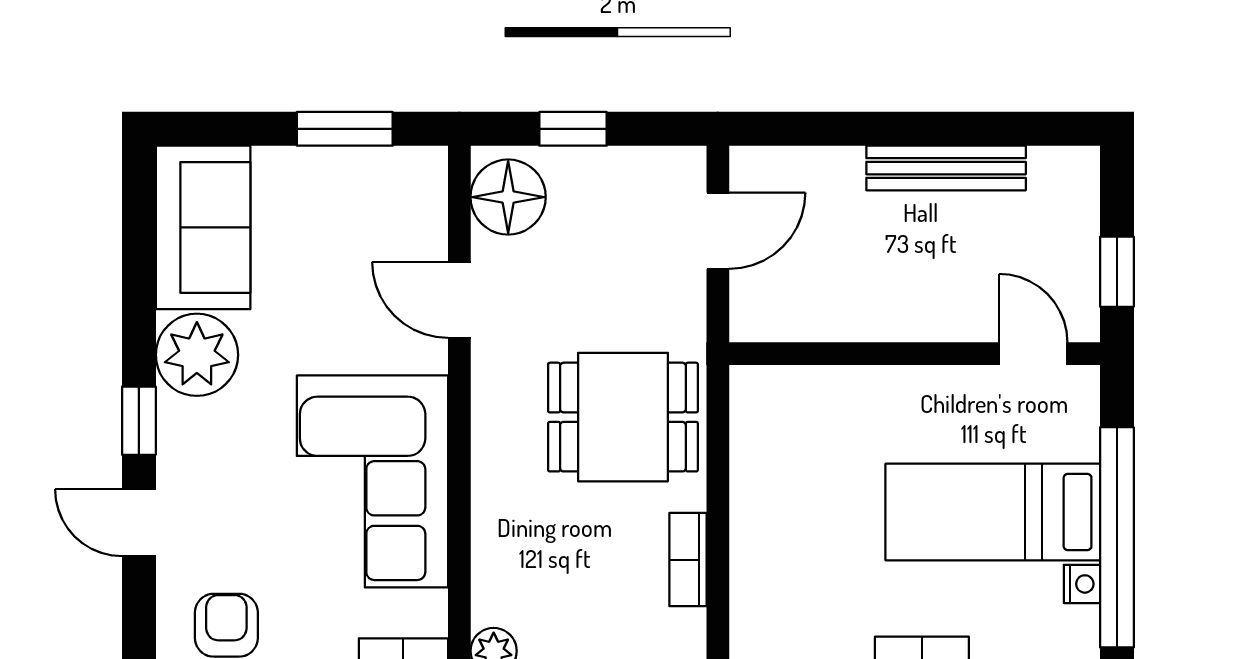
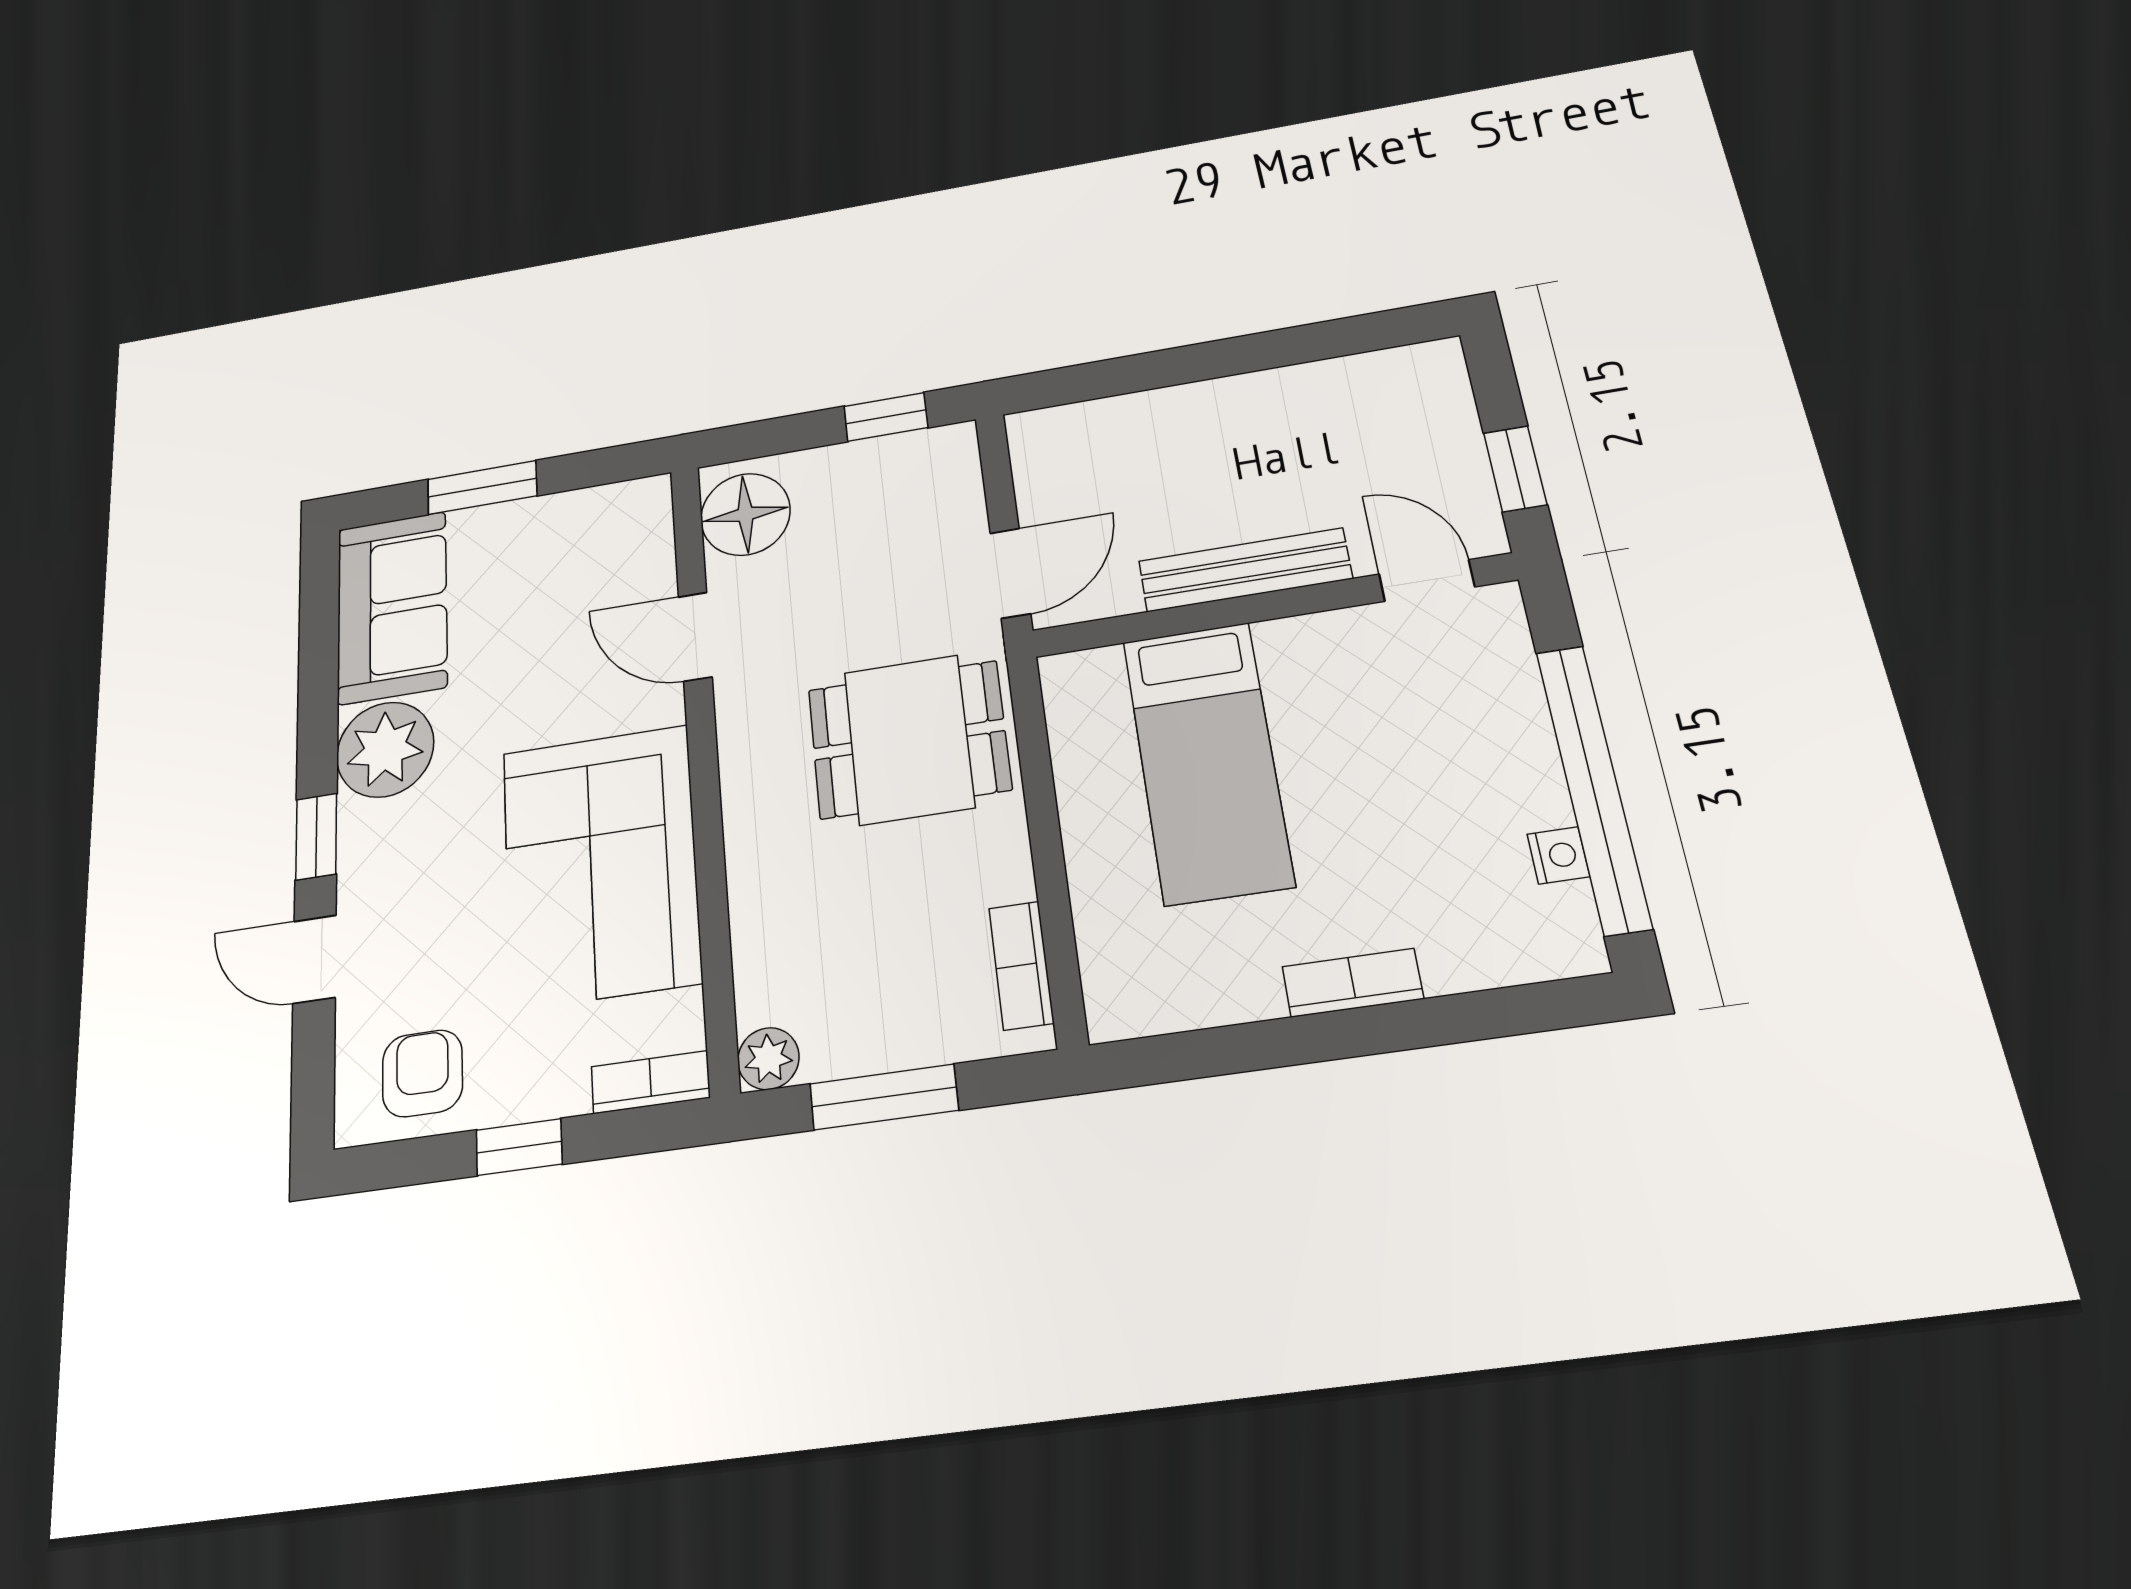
window: (345, 129) -> (482, 488), moved
window: (573, 129) -> (886, 417), moved
bench: (946, 168) -> (1245, 570), moved
door: (718, 231) -> (1010, 573), moved
bed: (993, 512) -> (1207, 761), moved, turned -90
bookcase: (688, 560) -> (1021, 965), moved

